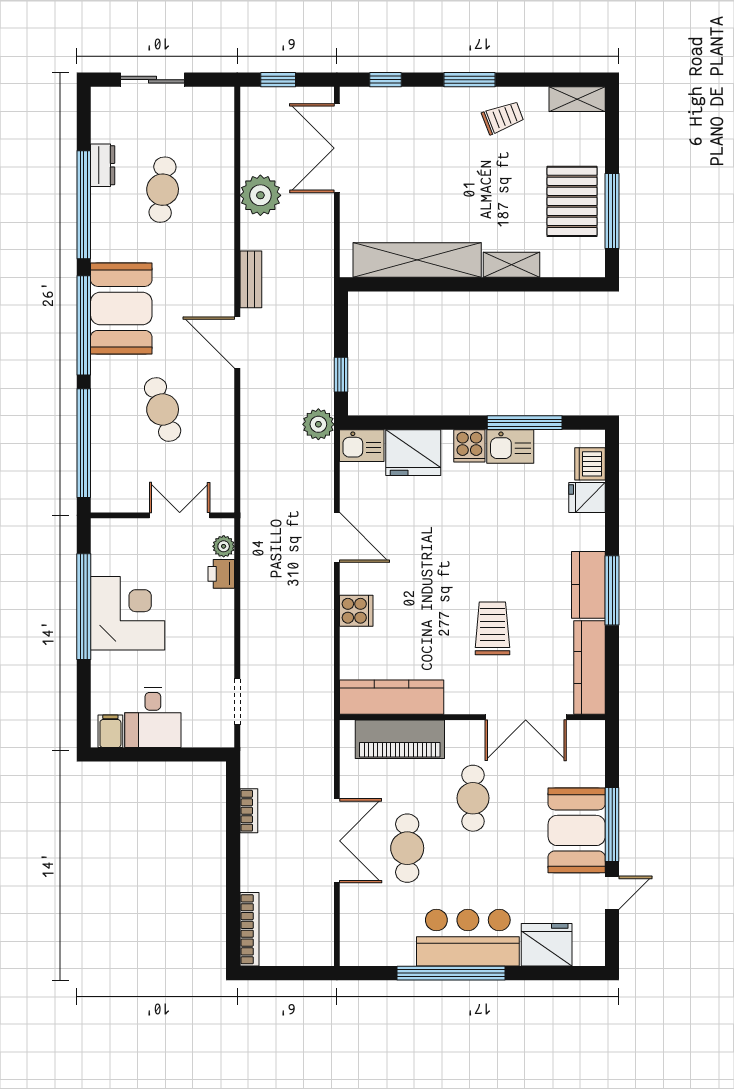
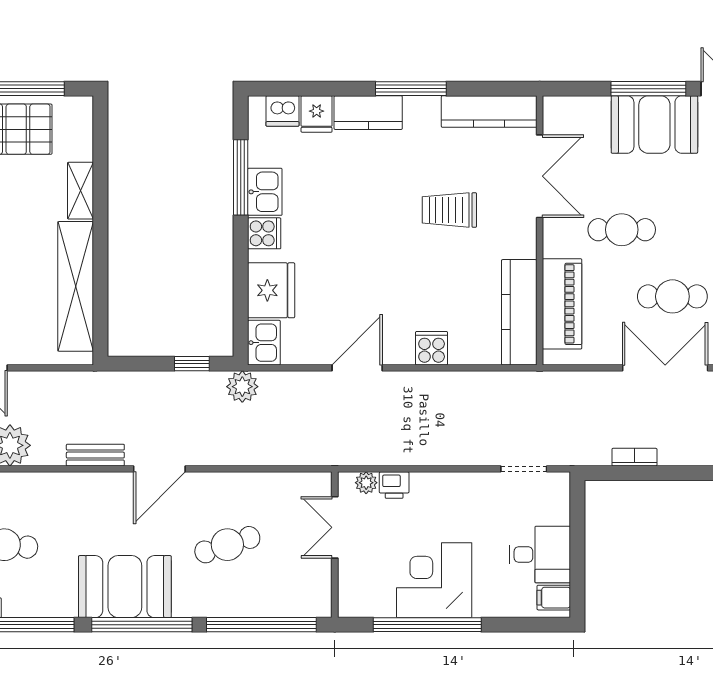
kitchen counter: (588, 585) -> (368, 113), moved

